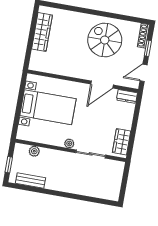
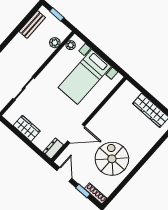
spiral stairs: (105, 40) -> (112, 159), turned -90
door: (102, 85) -> (76, 134), swing flipped
wardrobe: (122, 142) -> (27, 128), moved
plant: (69, 144) -> (71, 45), moved

